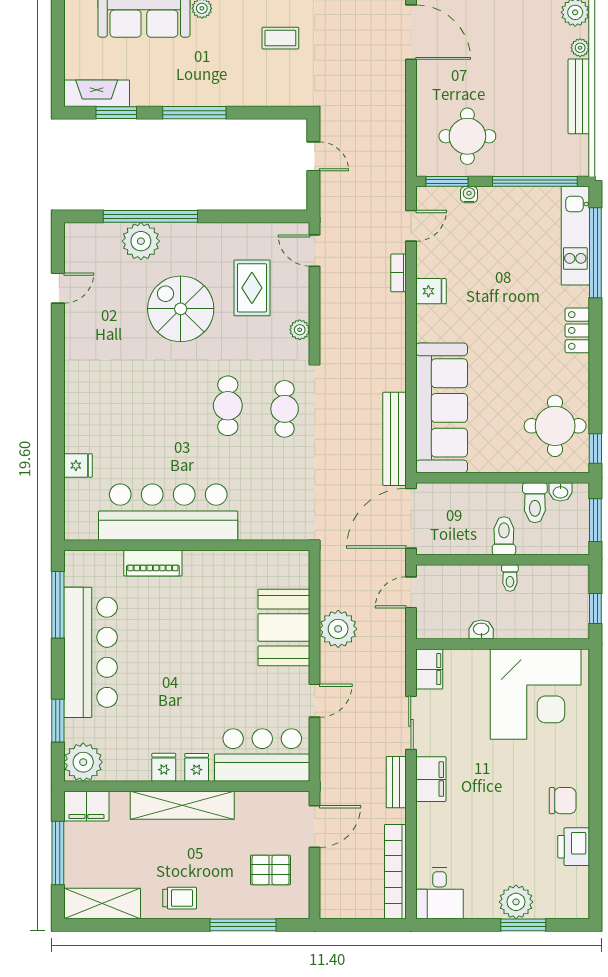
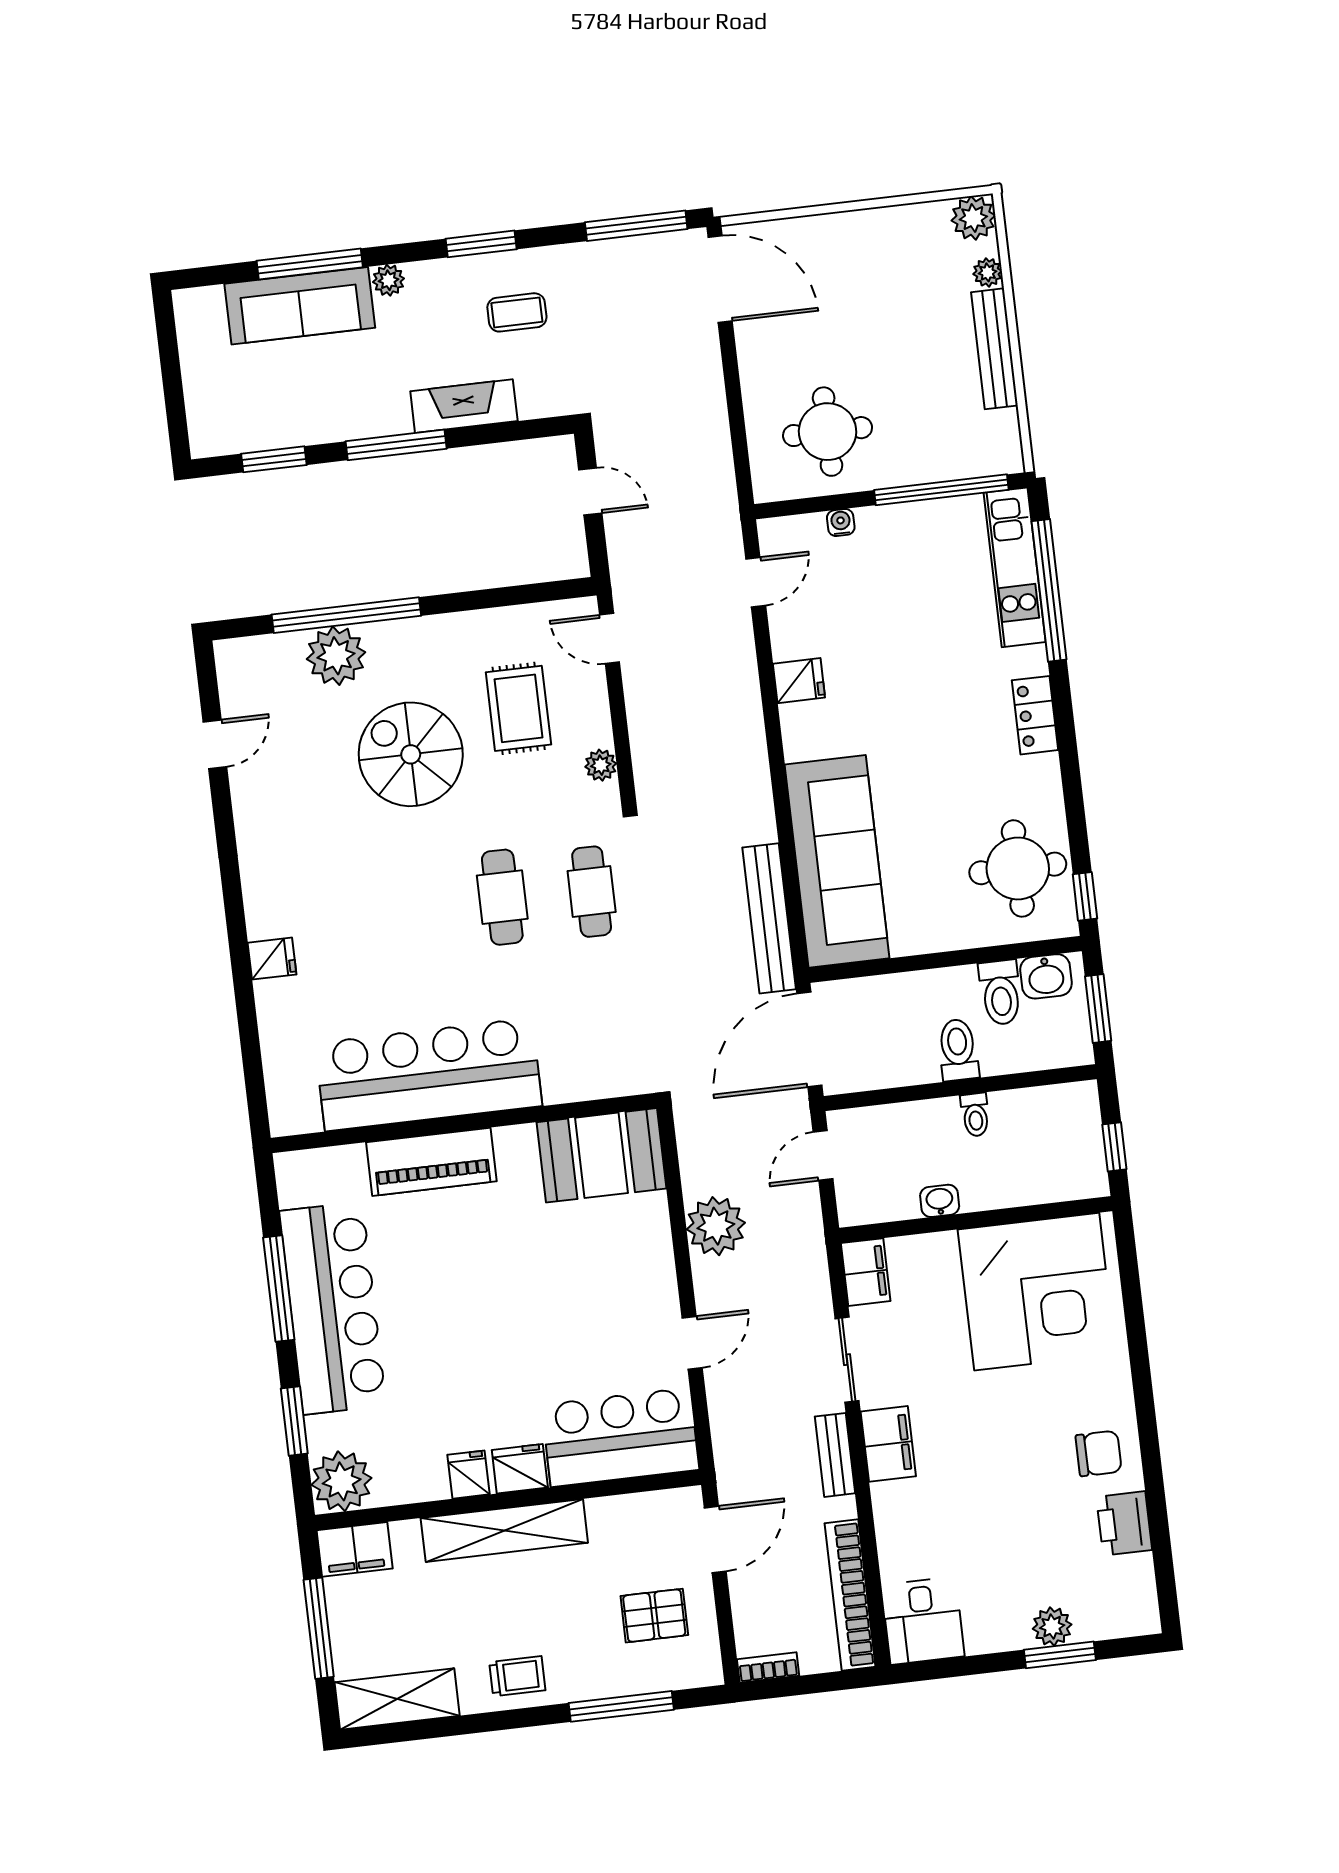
fireplace: (97, 93) -> (464, 406), moved
window: (447, 181) -> (804, 506), removed
bookcase: (399, 273) -> (768, 1668), moved, turned 90
fridge: (78, 465) -> (272, 959), moved
washbasin: (560, 492) -> (1046, 976), width x1.38, depth x1.45
piano: (153, 563) -> (431, 1162), width x1.37, depth x1.33
window: (58, 605) -> (279, 1289), moved
booth: (284, 627) -> (602, 1155), moved, turned 90
fridge: (197, 767) -> (520, 1469), width x1.38
plant: (516, 902) -> (1052, 1627), width x0.73, depth x0.73

